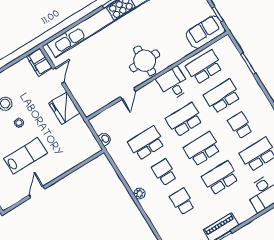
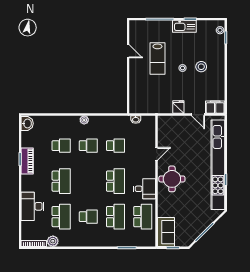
door: (128, 94) -> (157, 154), swing flipped
fridge: (64, 108) -> (178, 107), width x0.53, depth x0.75
school desk: (146, 143) -> (116, 146), width x0.54
school desk: (202, 149) -> (88, 181), removed

